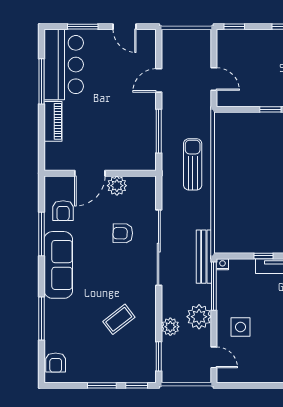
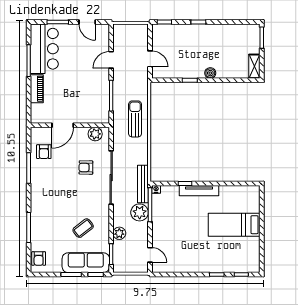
plant: (117, 186) -> (95, 134), moved
sofa: (58, 265) -> (86, 263), moved, turned -90
plant: (199, 317) -> (140, 212), moved
side table: (240, 327) -> (169, 233), removed

